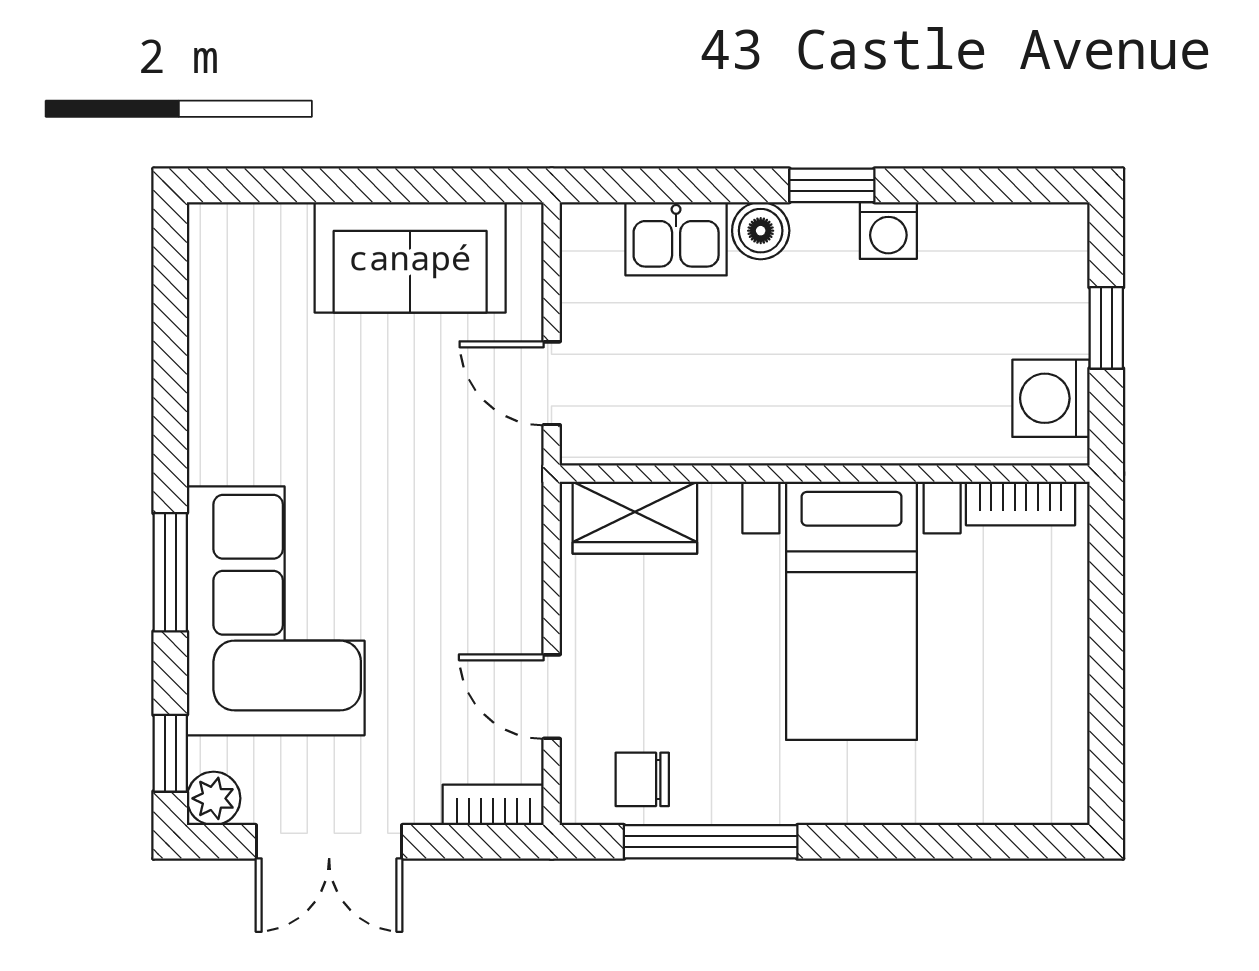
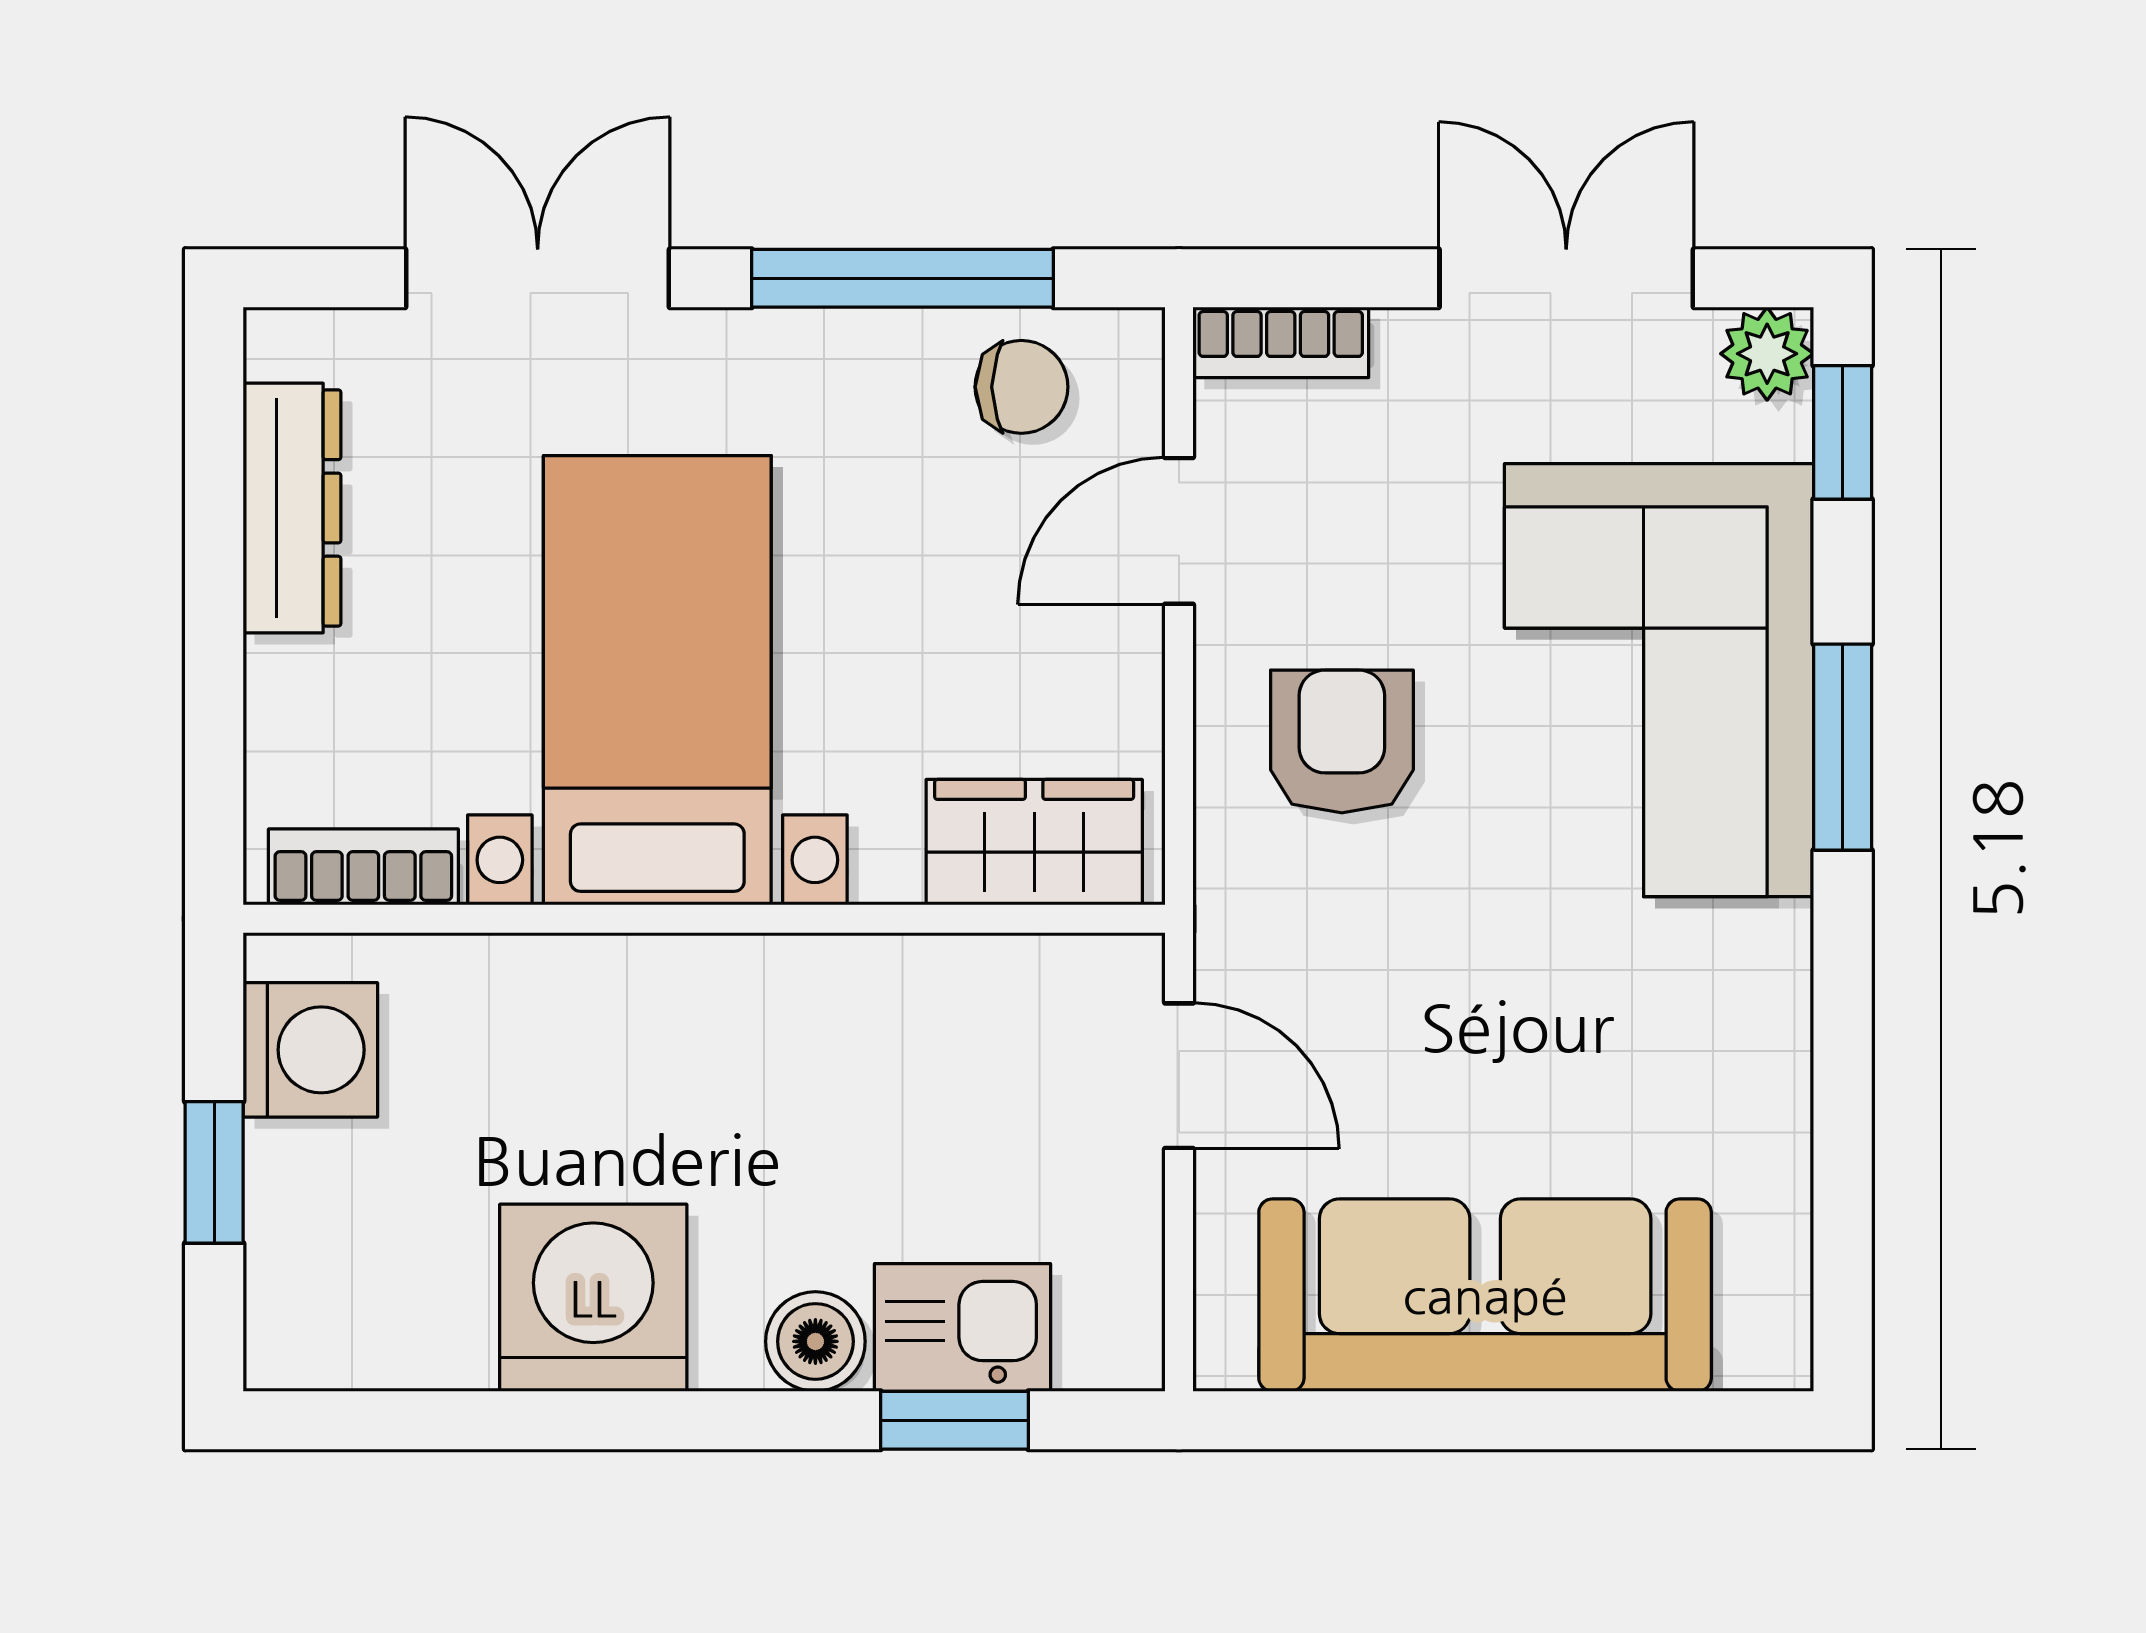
window: (832, 185) -> (955, 1420), moved
washing machine: (888, 230) -> (593, 1298), width x1.89, depth x1.89
sofa: (410, 257) -> (1485, 1295), width x1.36
armchair: (458, 576) -> (1342, 741), added
door: (552, 697) -> (1179, 531), swing flipped
dresser: (1062, 710) -> (292, 508), added
double door: (920, 842) -> (538, 278), added

